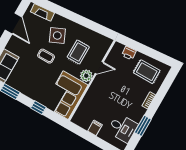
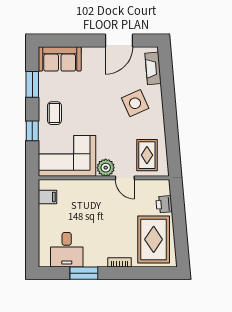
rug: (78, 52) -> (147, 155), moved, turned 90
coffee table: (46, 56) -> (54, 113), moved
rug: (147, 72) -> (154, 239), width x1.36, depth x1.43
filing cabinet: (95, 128) -> (47, 197), moved

